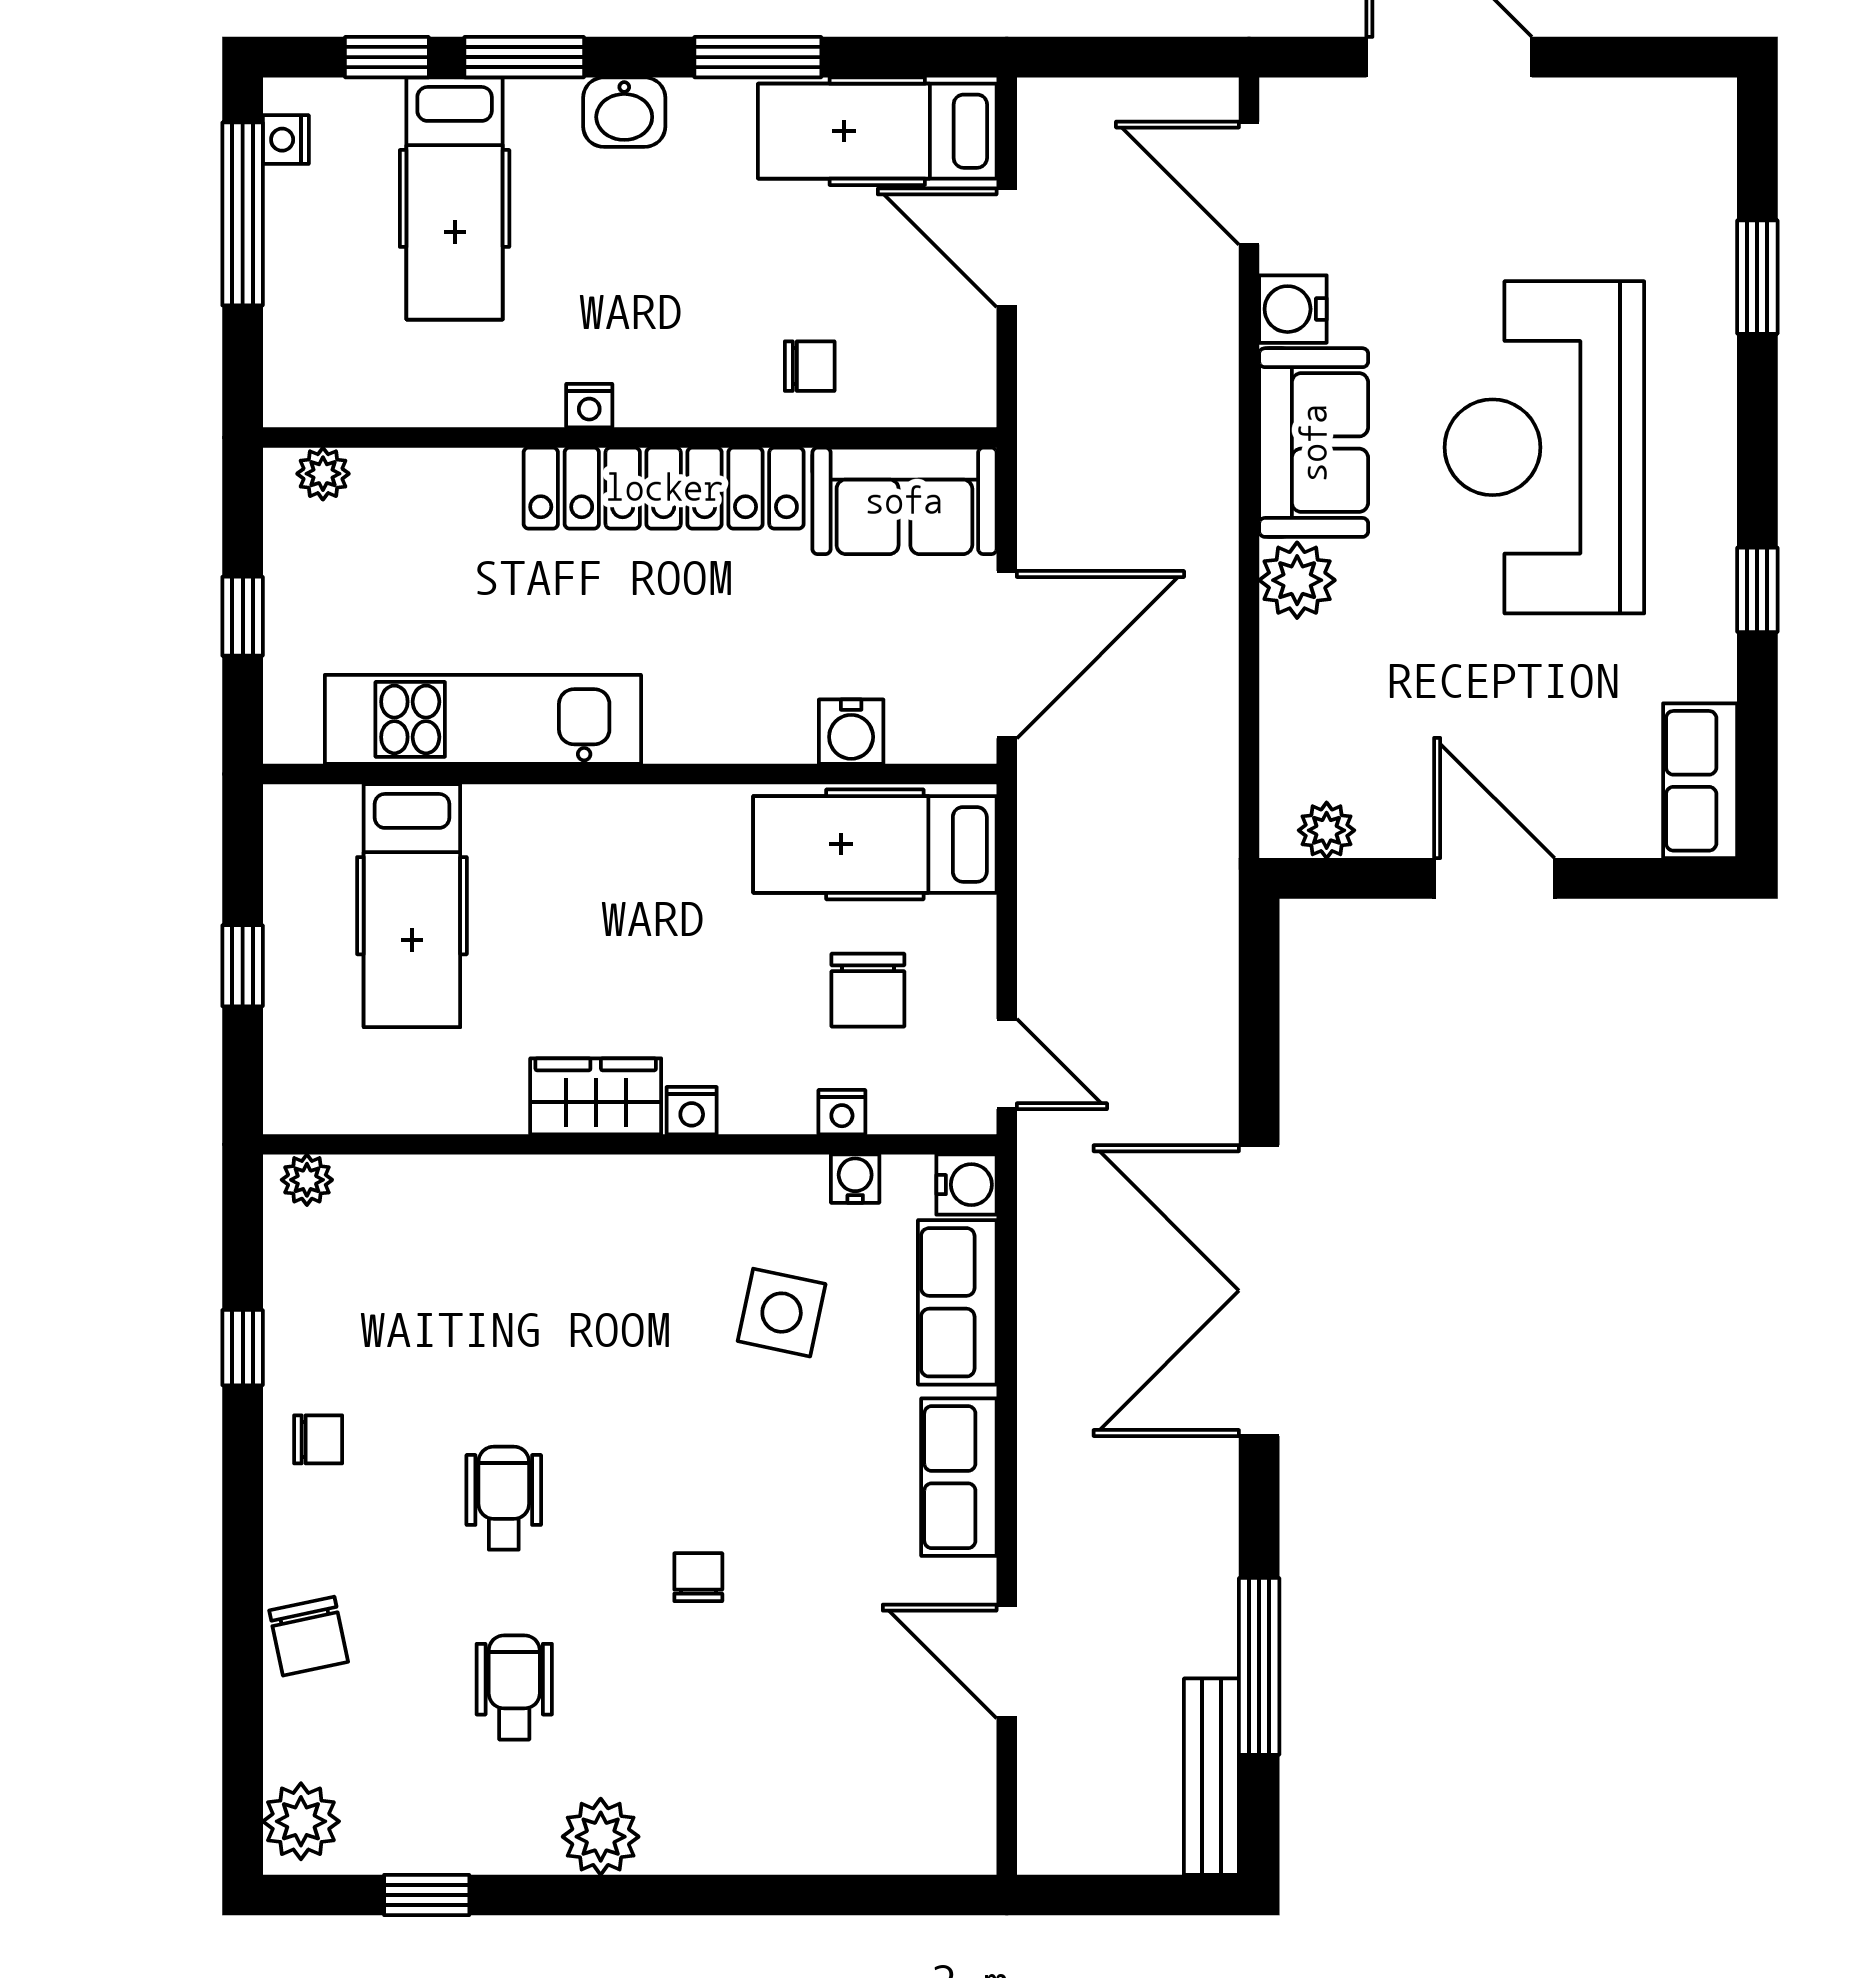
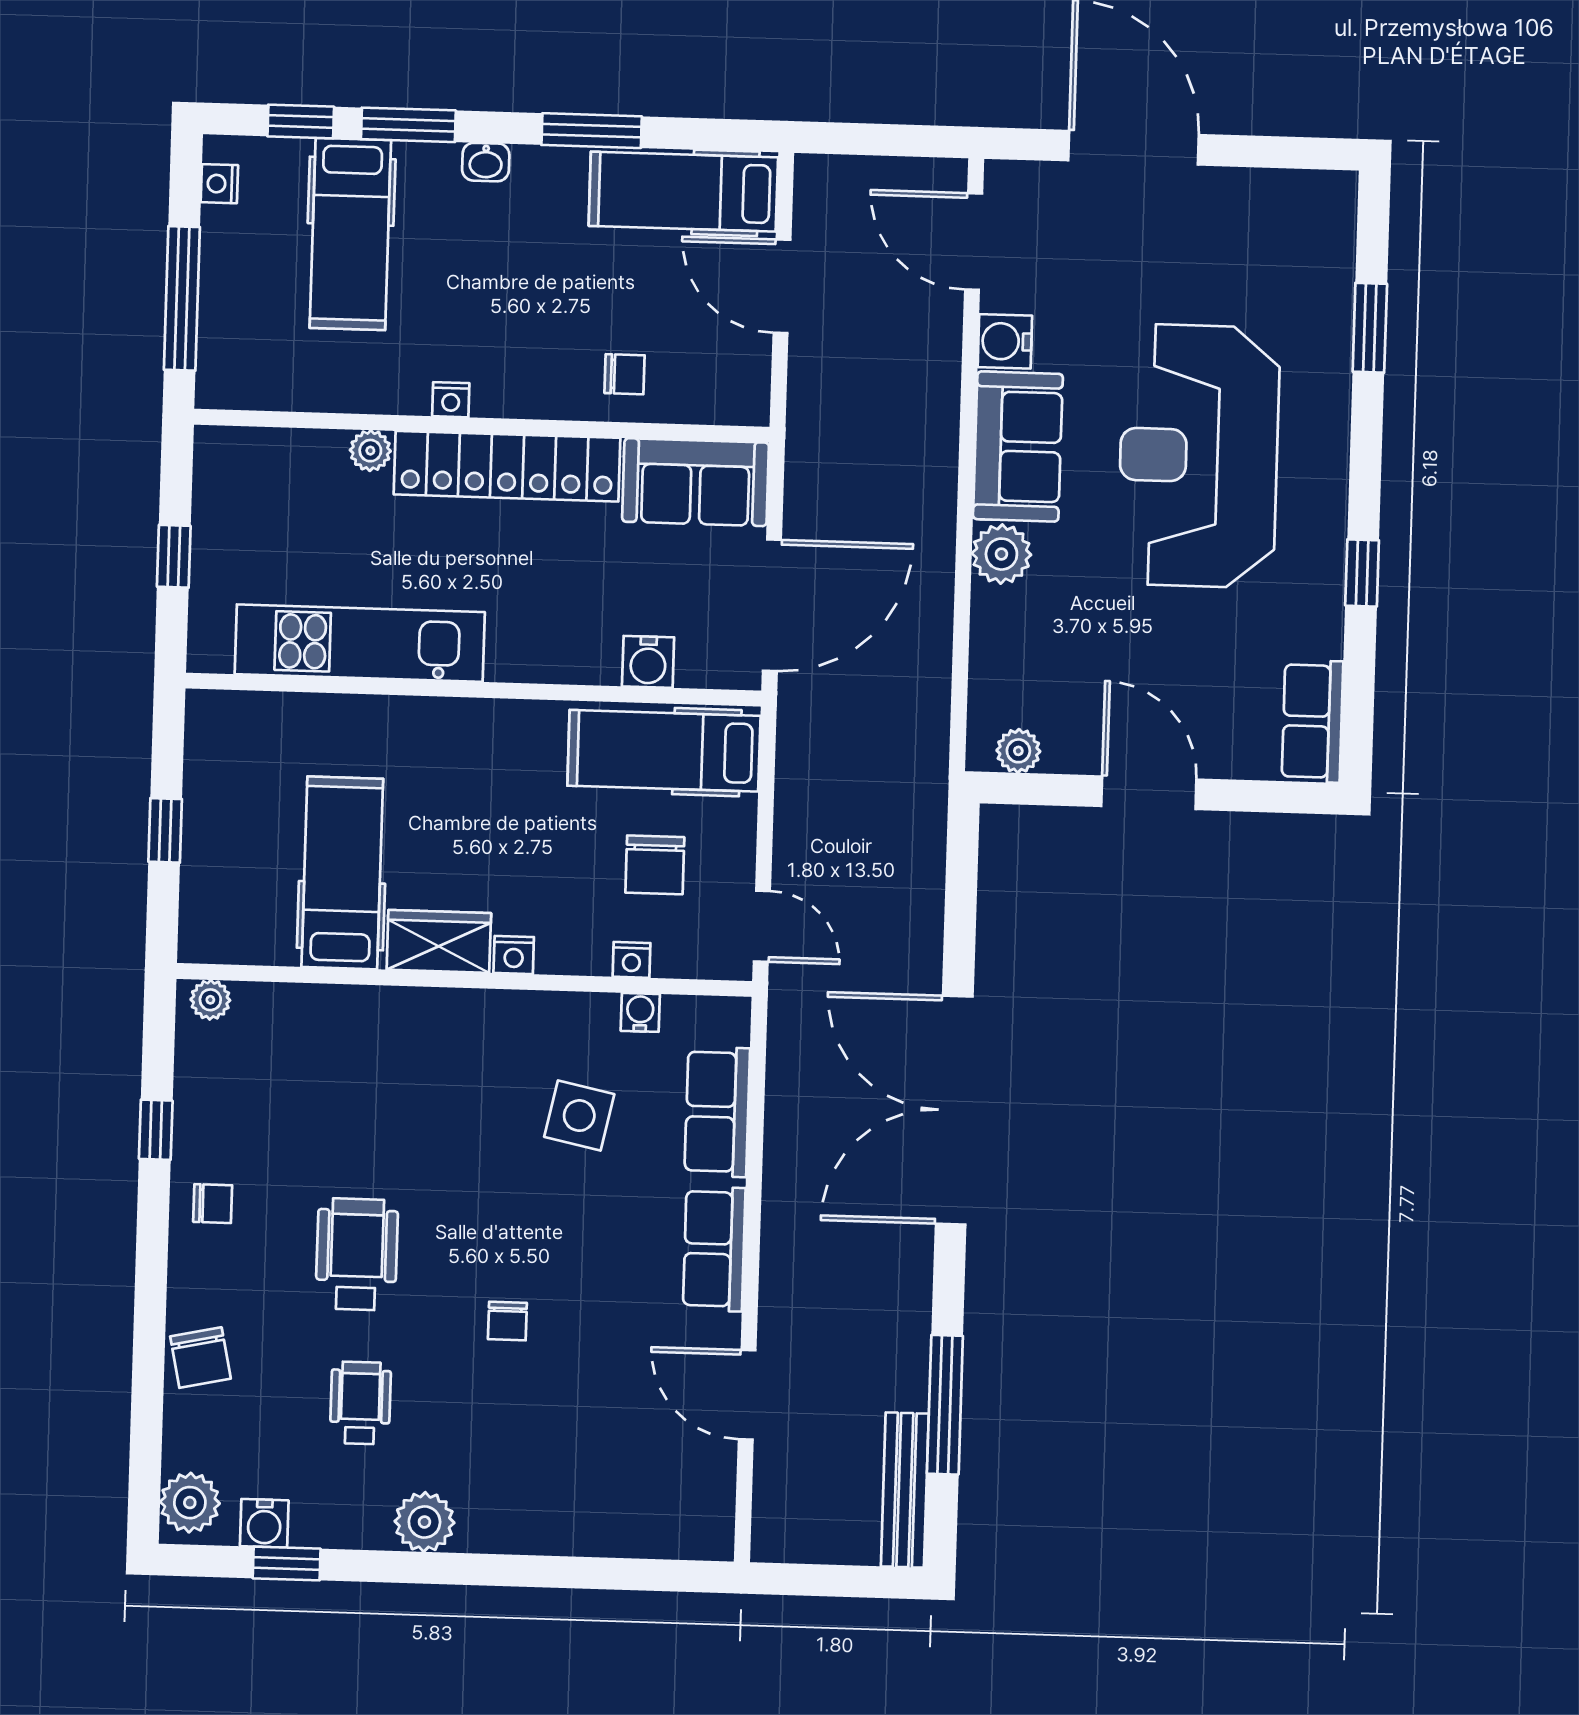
washbasin: (624, 112) -> (486, 162), width x0.72, depth x0.69
window: (243, 214) -> (182, 298), moved
plant: (323, 474) -> (370, 451), moved
hospital bed: (412, 906) -> (342, 873), moved, turned 180
water cooler: (966, 1185) -> (264, 1523), moved, turned 90
wheelchair: (504, 1498) -> (357, 1254), width x1.36, depth x1.37
chair: (698, 1577) -> (507, 1321), turned 180

